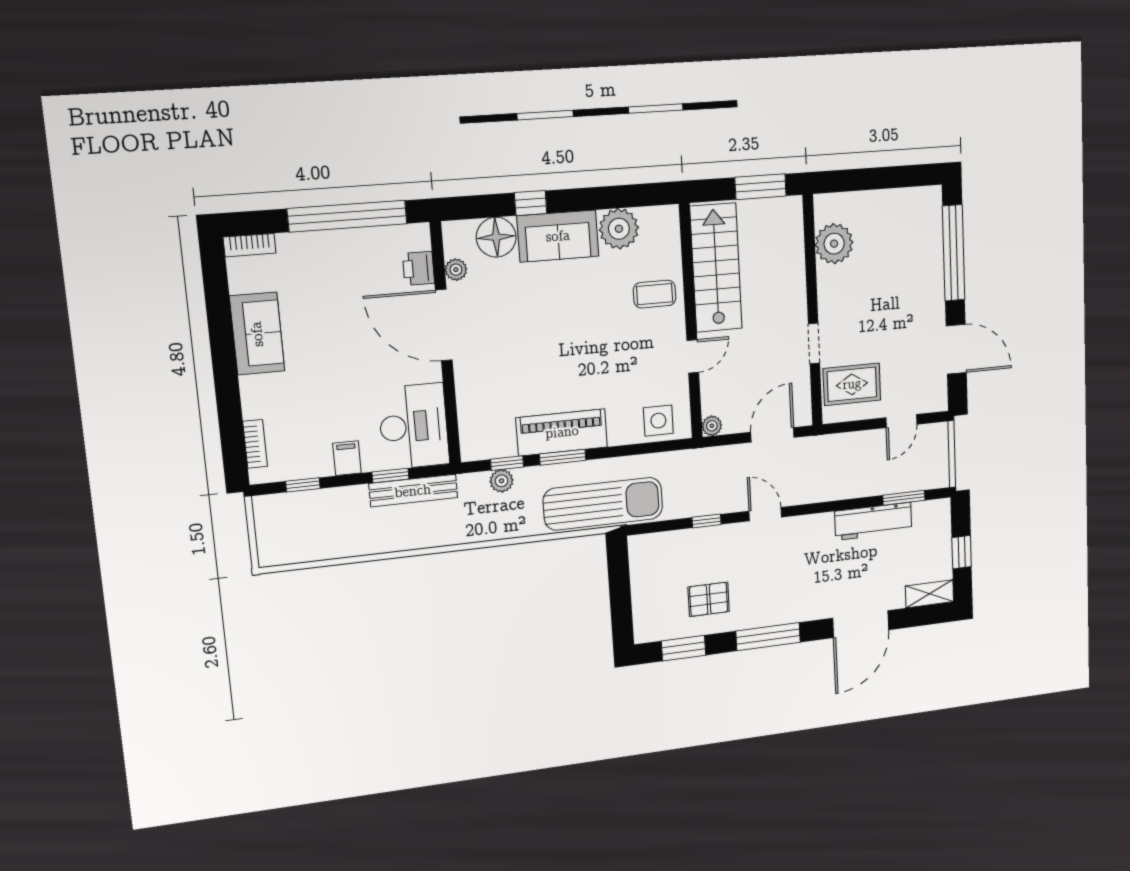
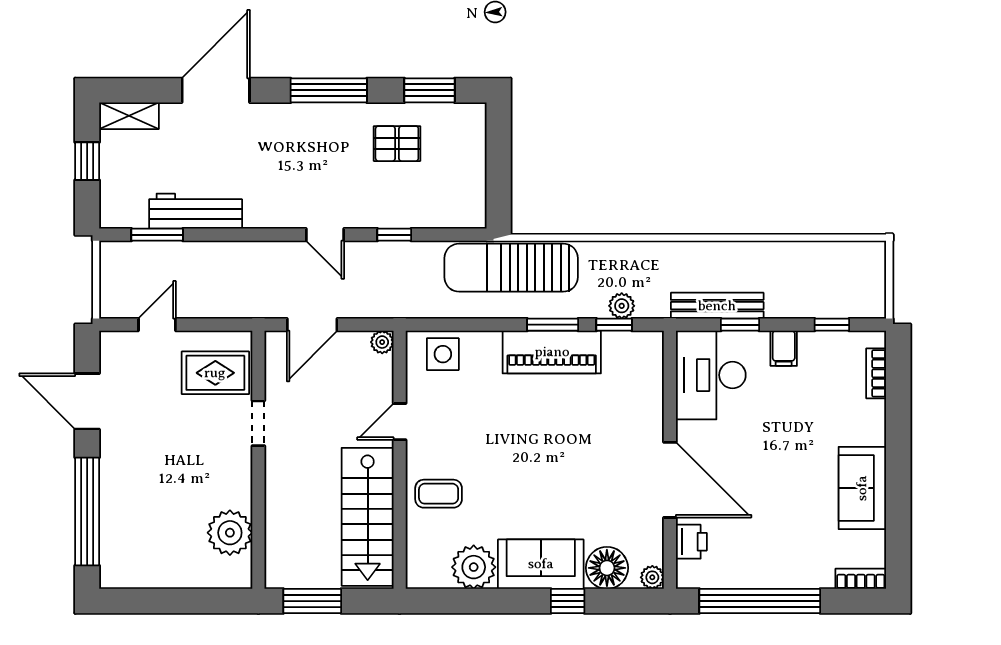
plant: (456, 270) -> (652, 577), moved

